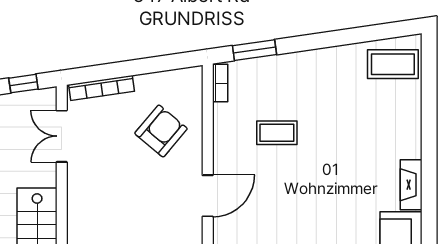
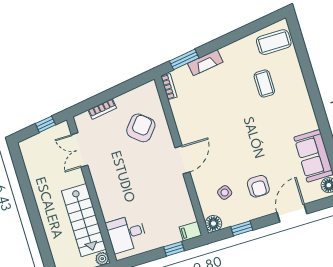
bookcase: (102, 88) -> (102, 109), width x0.64
coffee table: (277, 133) -> (264, 84), moved, turned 90
fireplace: (411, 185) -> (205, 63), moved, turned -98

